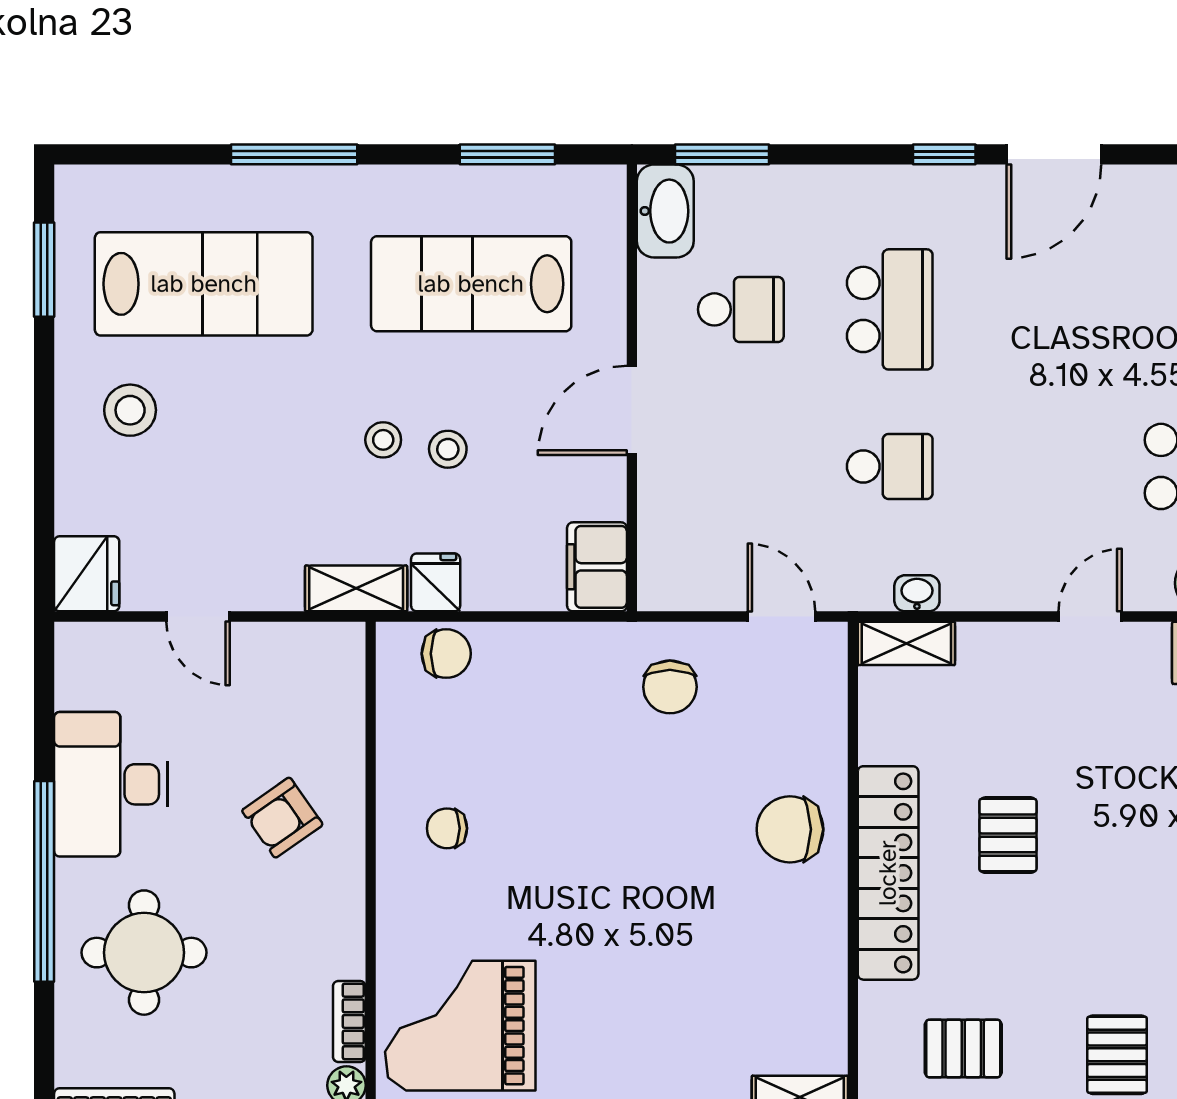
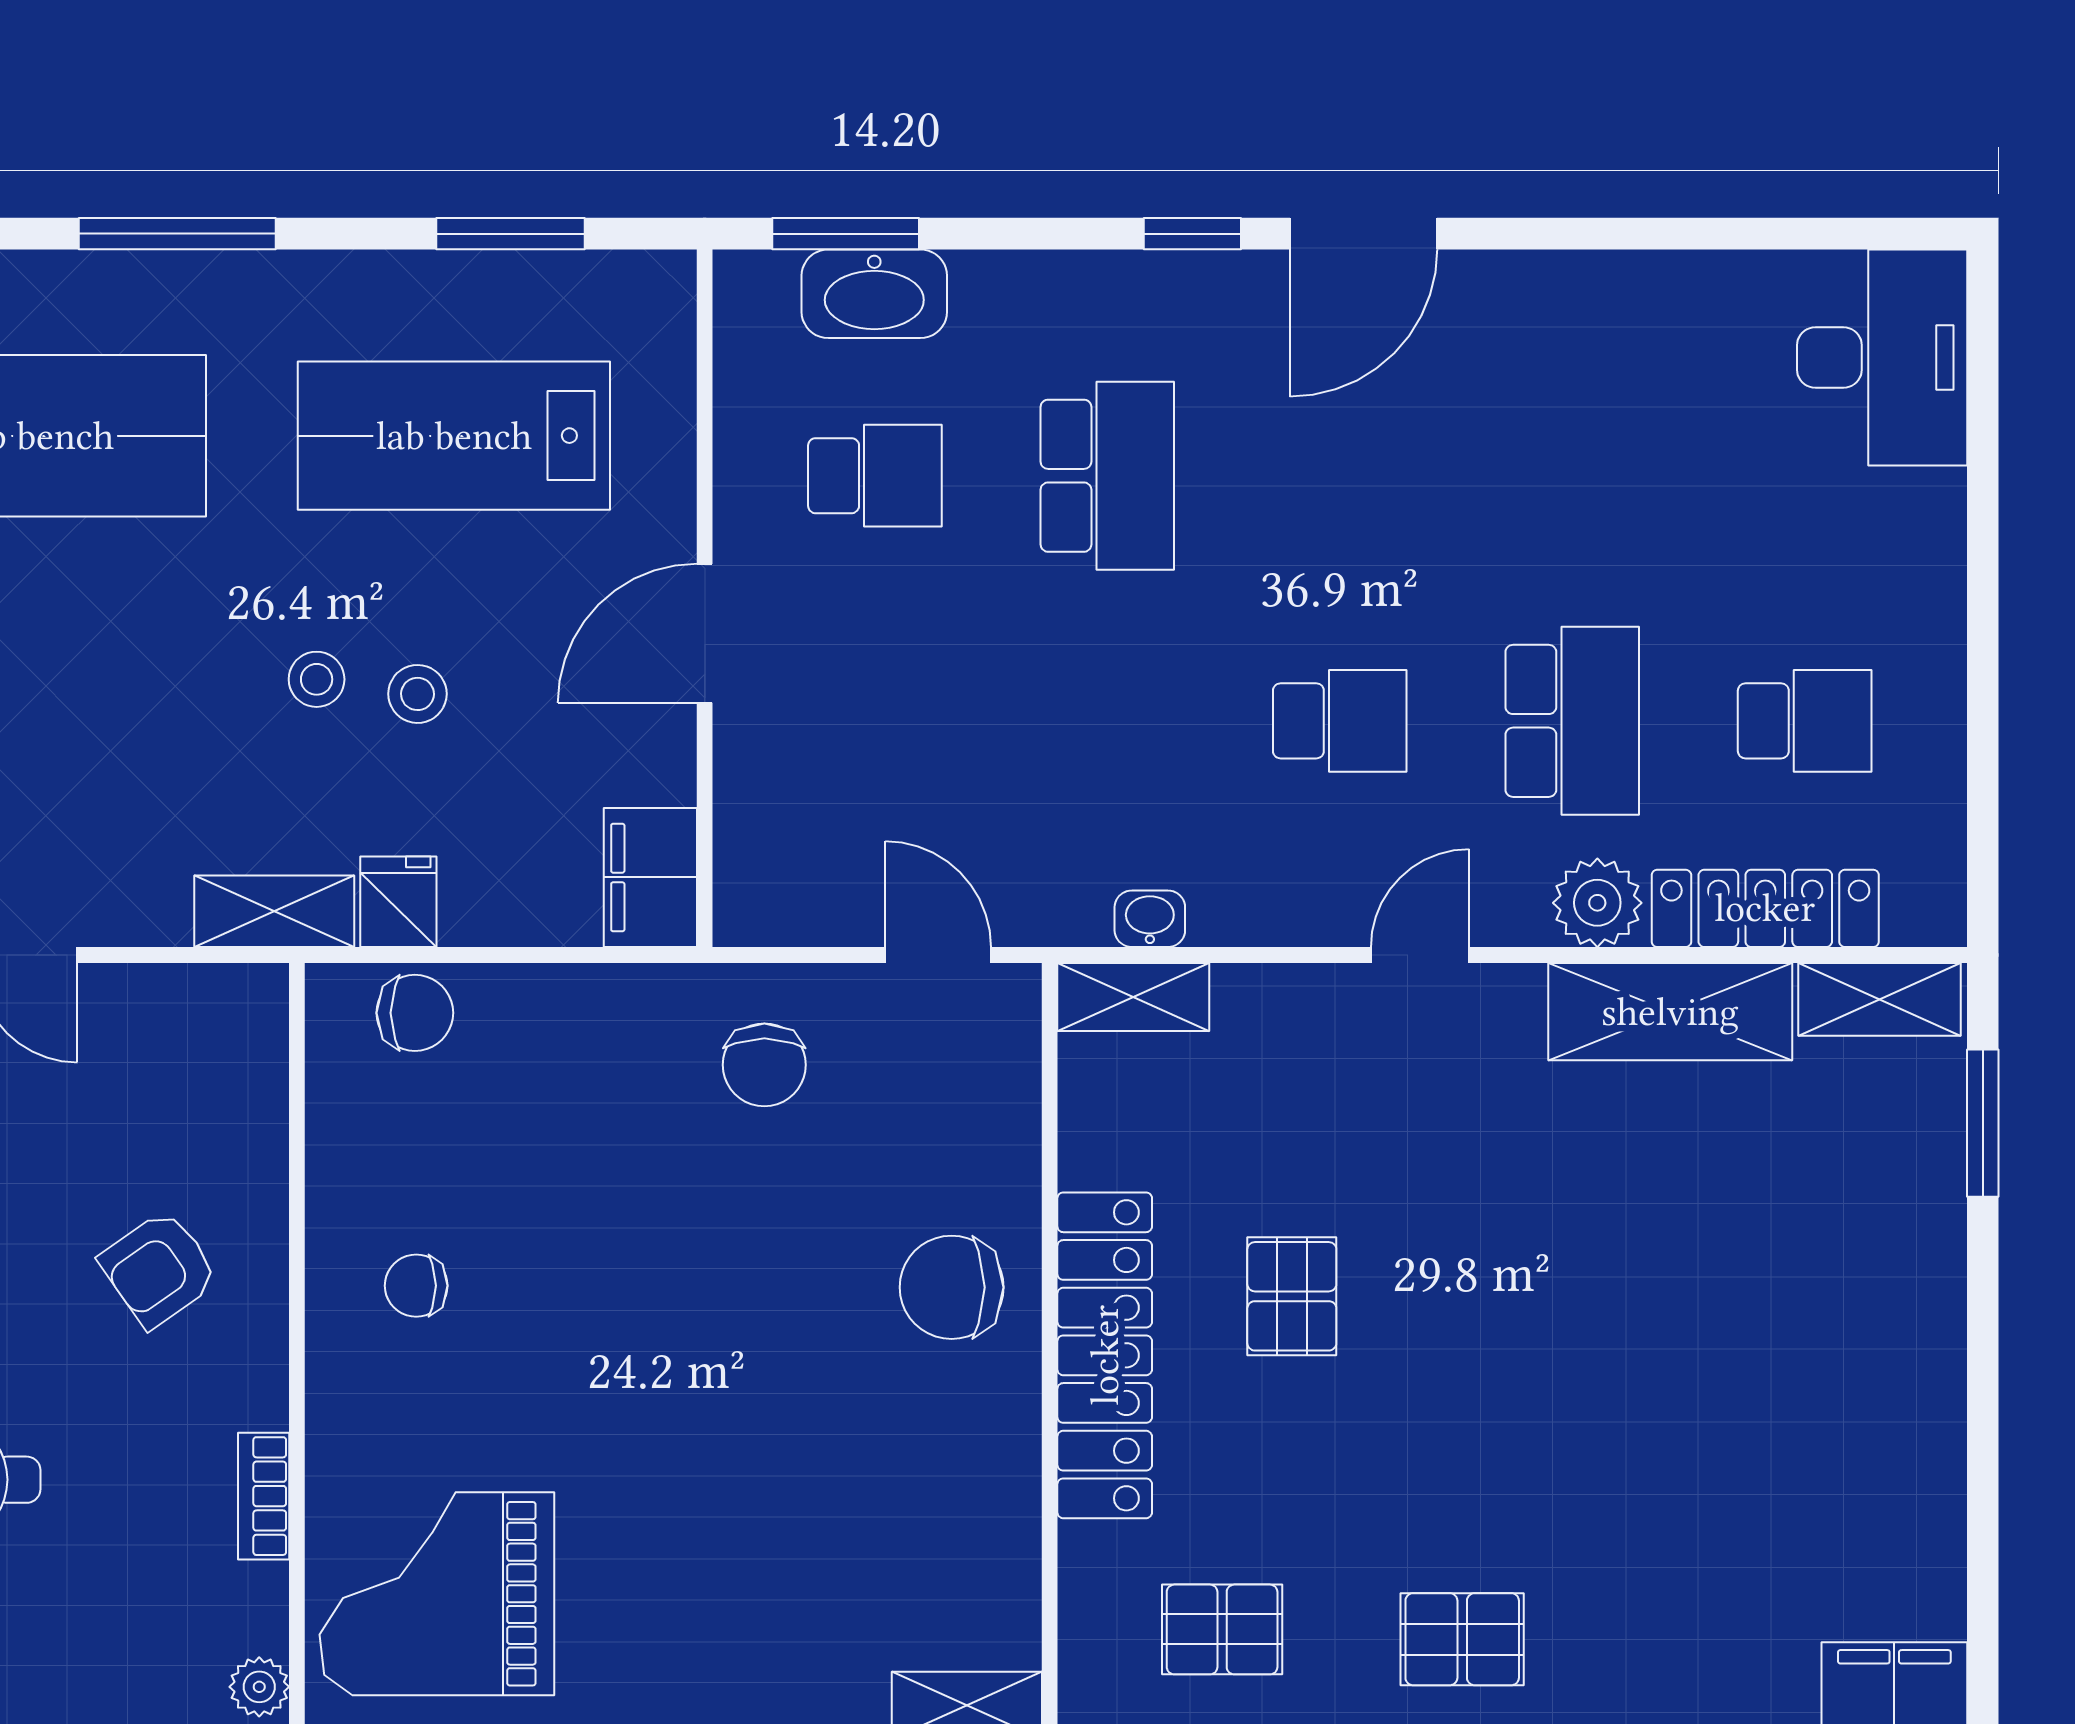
washbasin: (665, 211) -> (874, 294), moved, turned 90
school desk: (890, 466) -> (1340, 721), moved
bookcase: (349, 1021) -> (264, 1496), moved
pallet: (1117, 1055) -> (1462, 1639), turned 90

